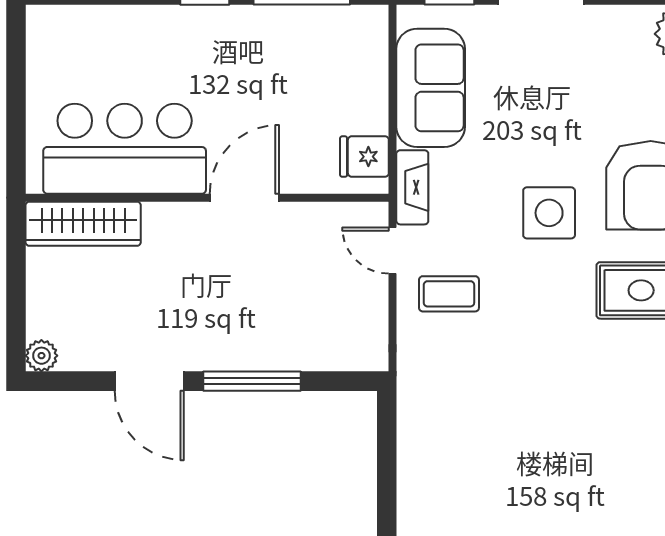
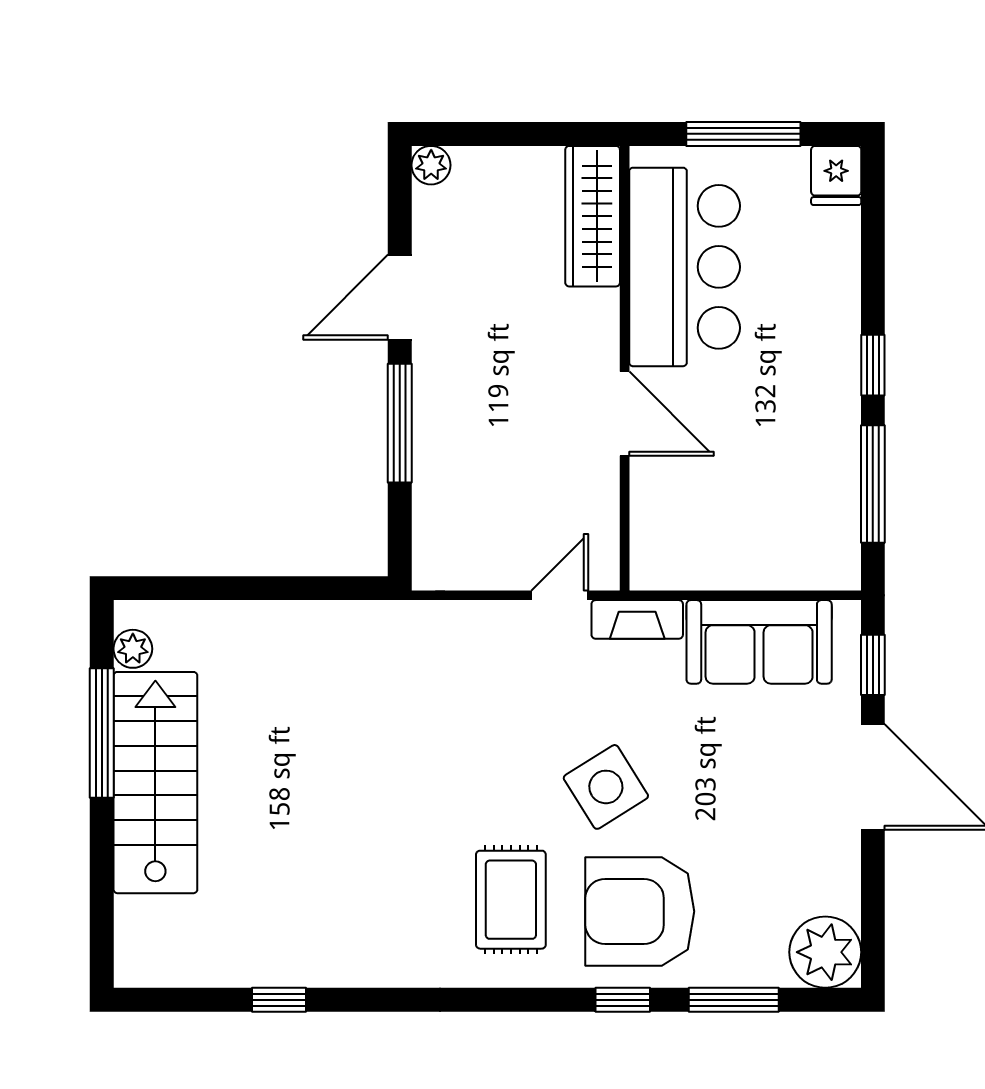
window: (16, 101) -> (743, 134), added
fridge: (364, 157) -> (836, 176), moved, turned 180
side table: (549, 213) -> (606, 787), turned -32
coffee table: (449, 294) -> (507, 664), removed

